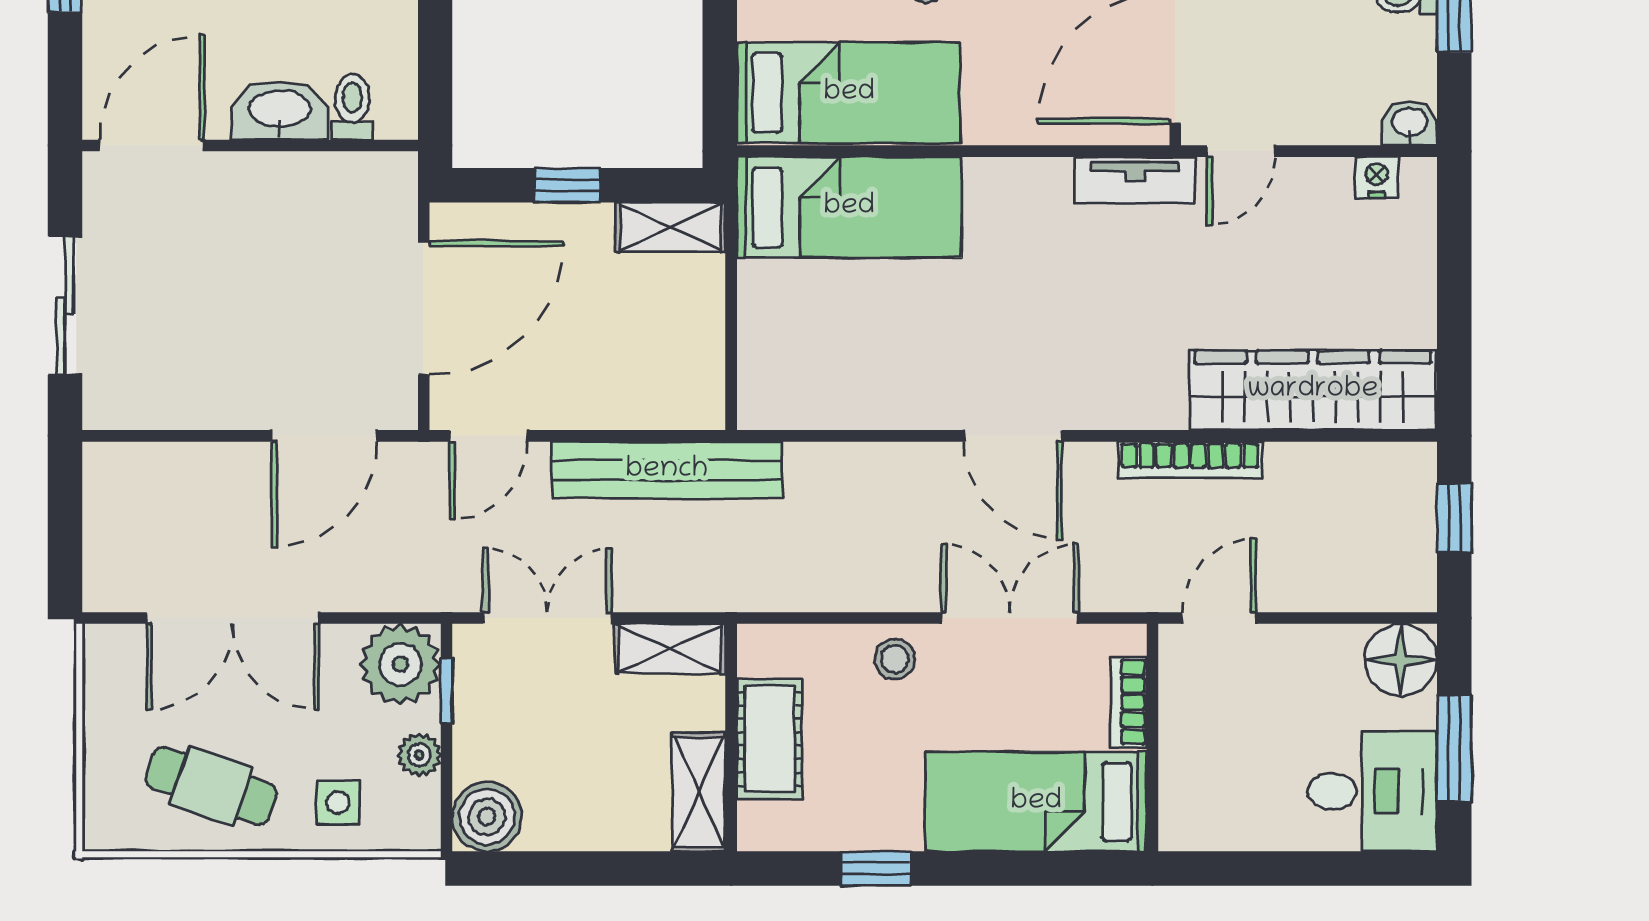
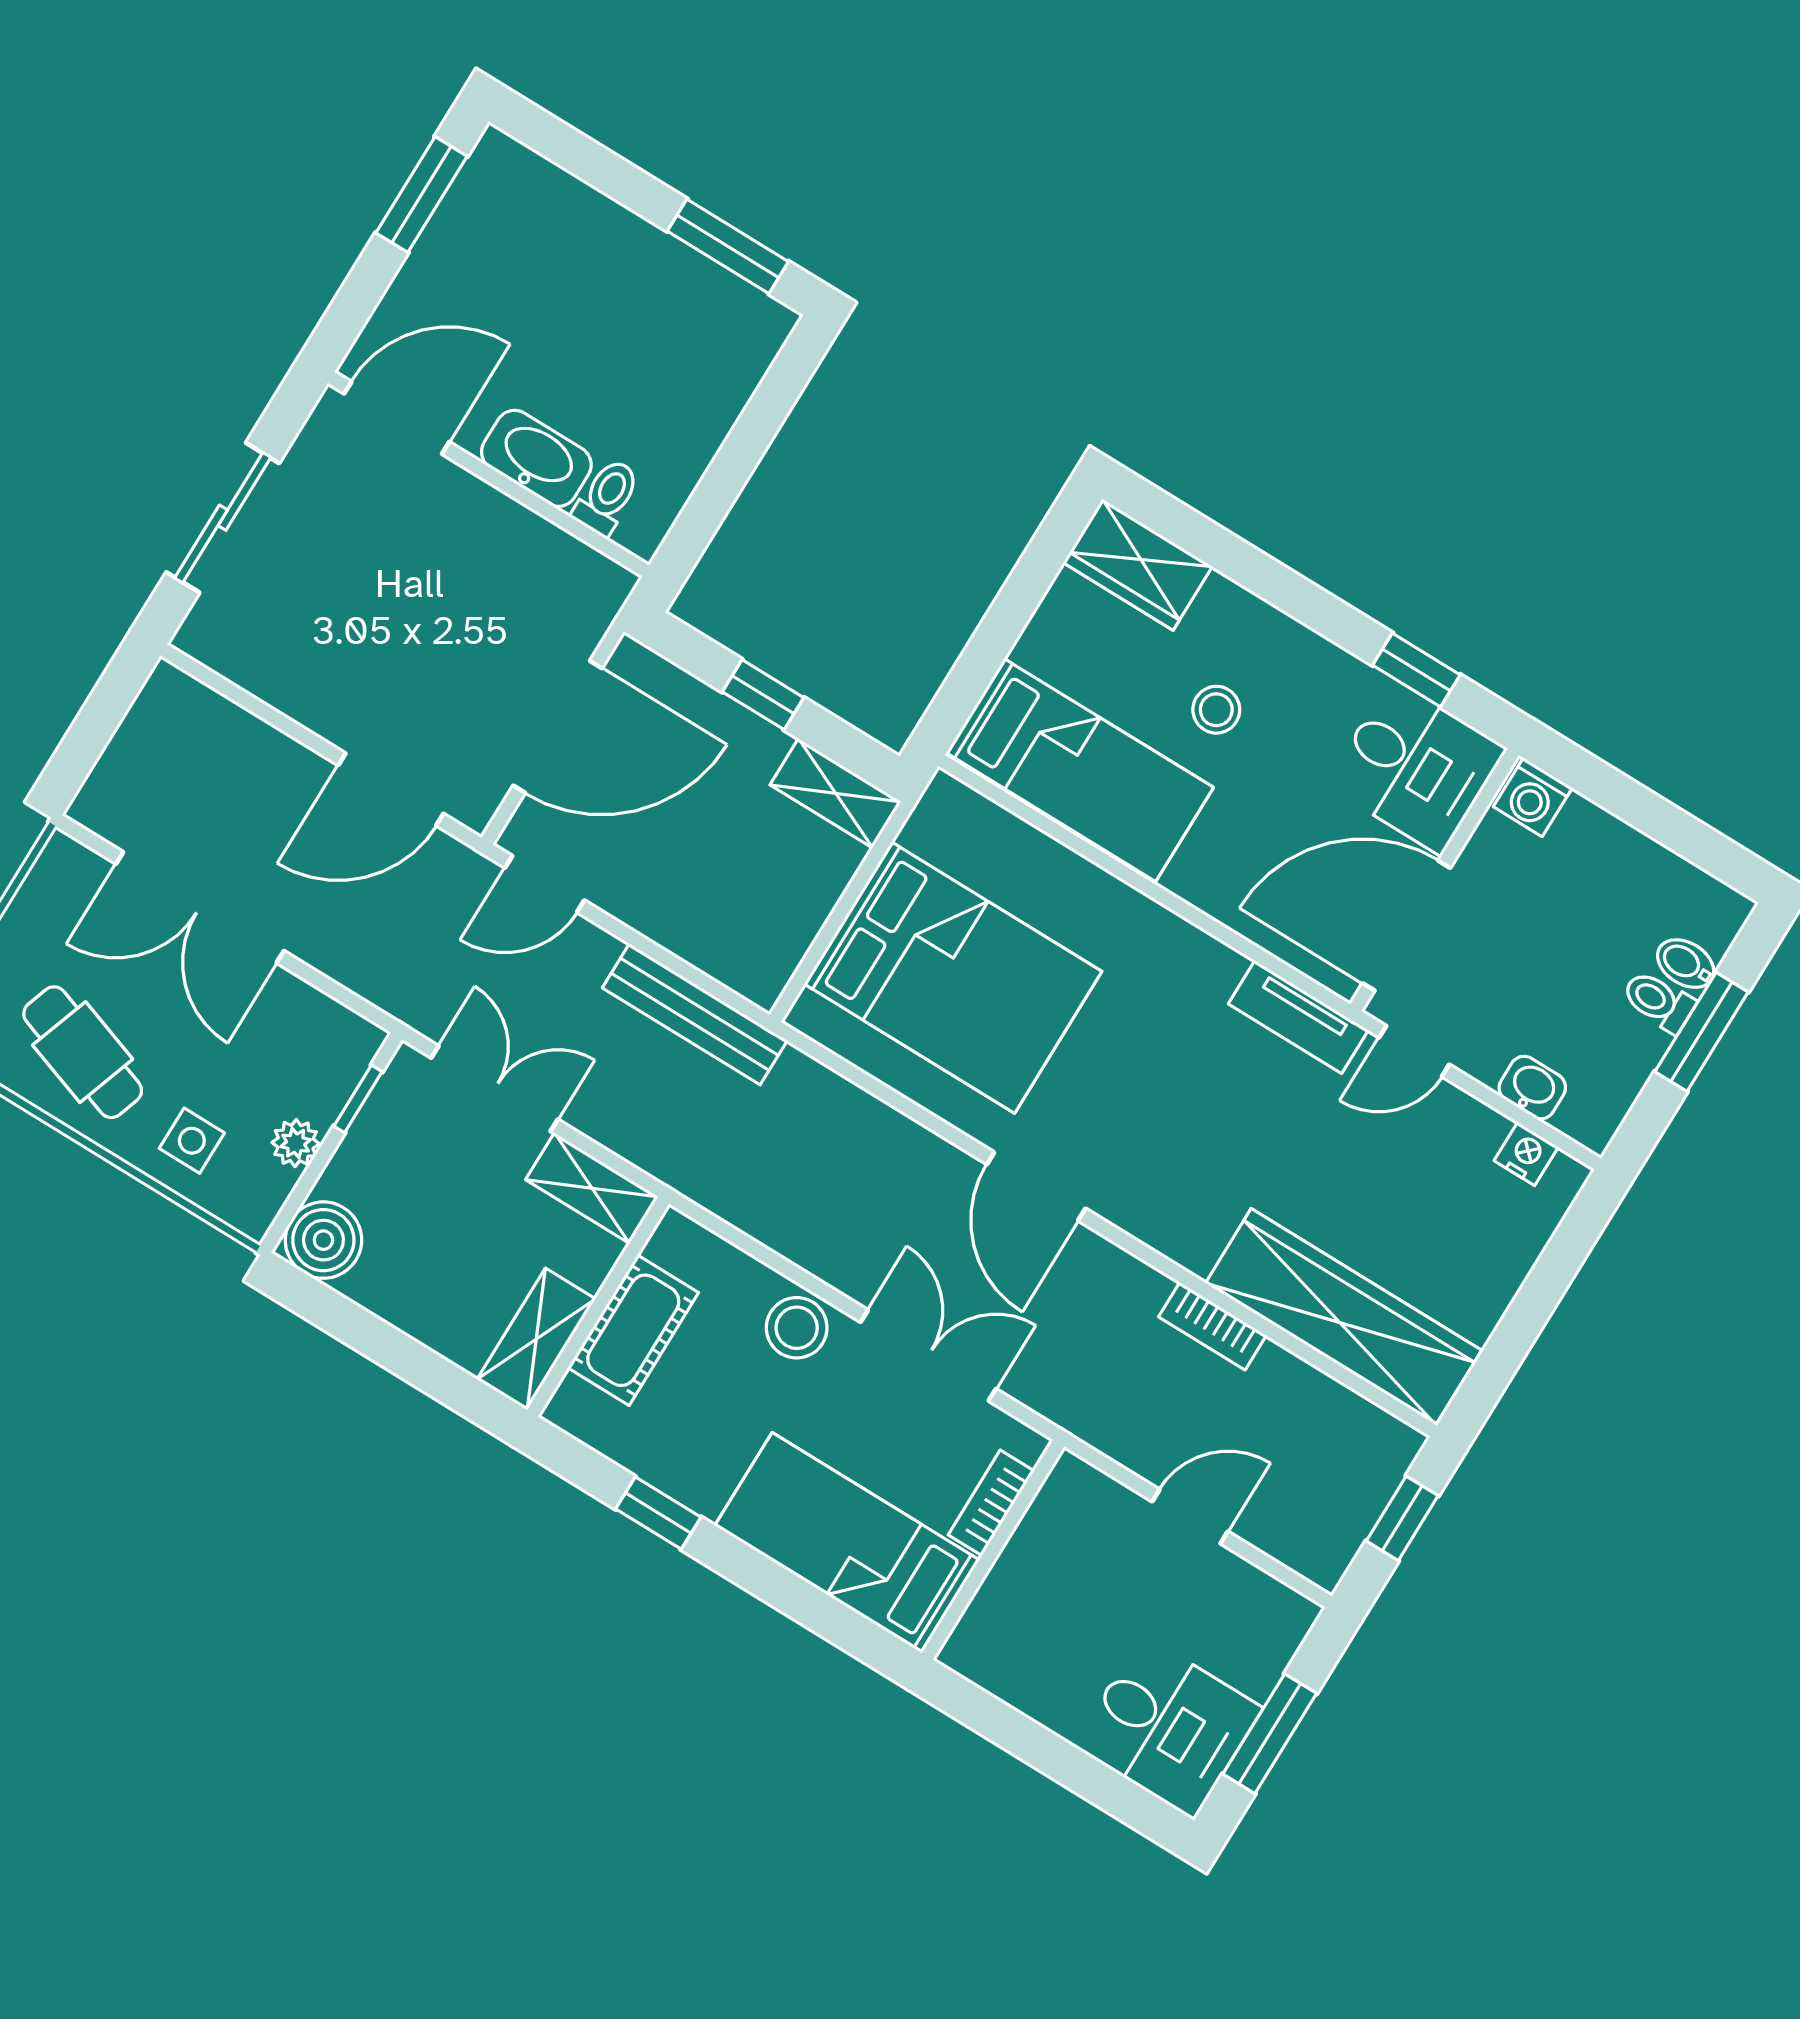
washbasin: (1410, 123) -> (1532, 1088), moved
bed: (849, 207) -> (953, 978), moved, width x1.50
bookcase: (1190, 460) -> (1212, 1326), width x0.64
bench: (667, 470) -> (695, 1014), width x0.73, depth x0.82
door: (1219, 618) -> (1190, 1516), moved
stool: (895, 659) -> (797, 1328), width x1.37, depth x1.37
floor lamp: (1401, 660) -> (1271, 1620), removed
plant: (400, 664) -> (330, 1047), removed

